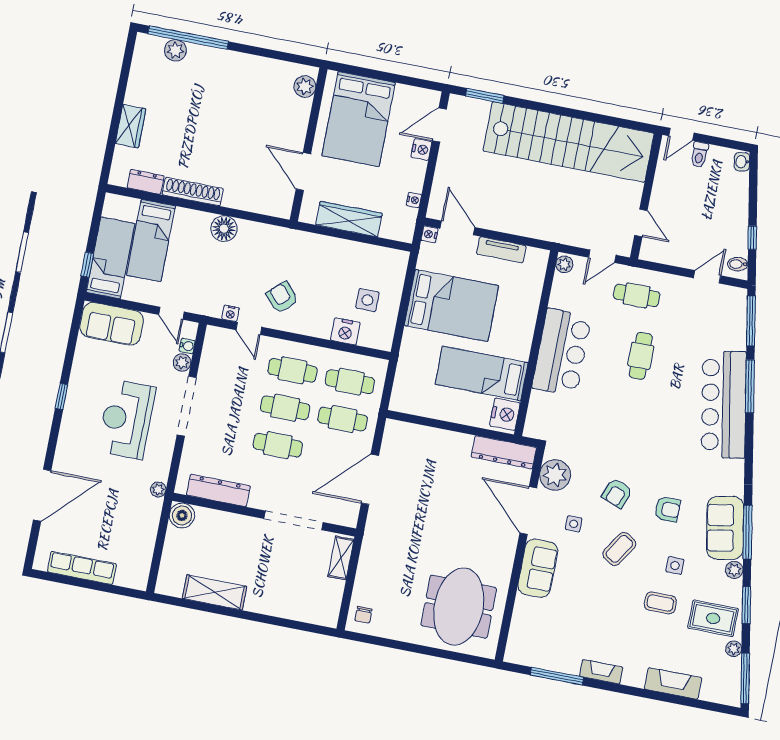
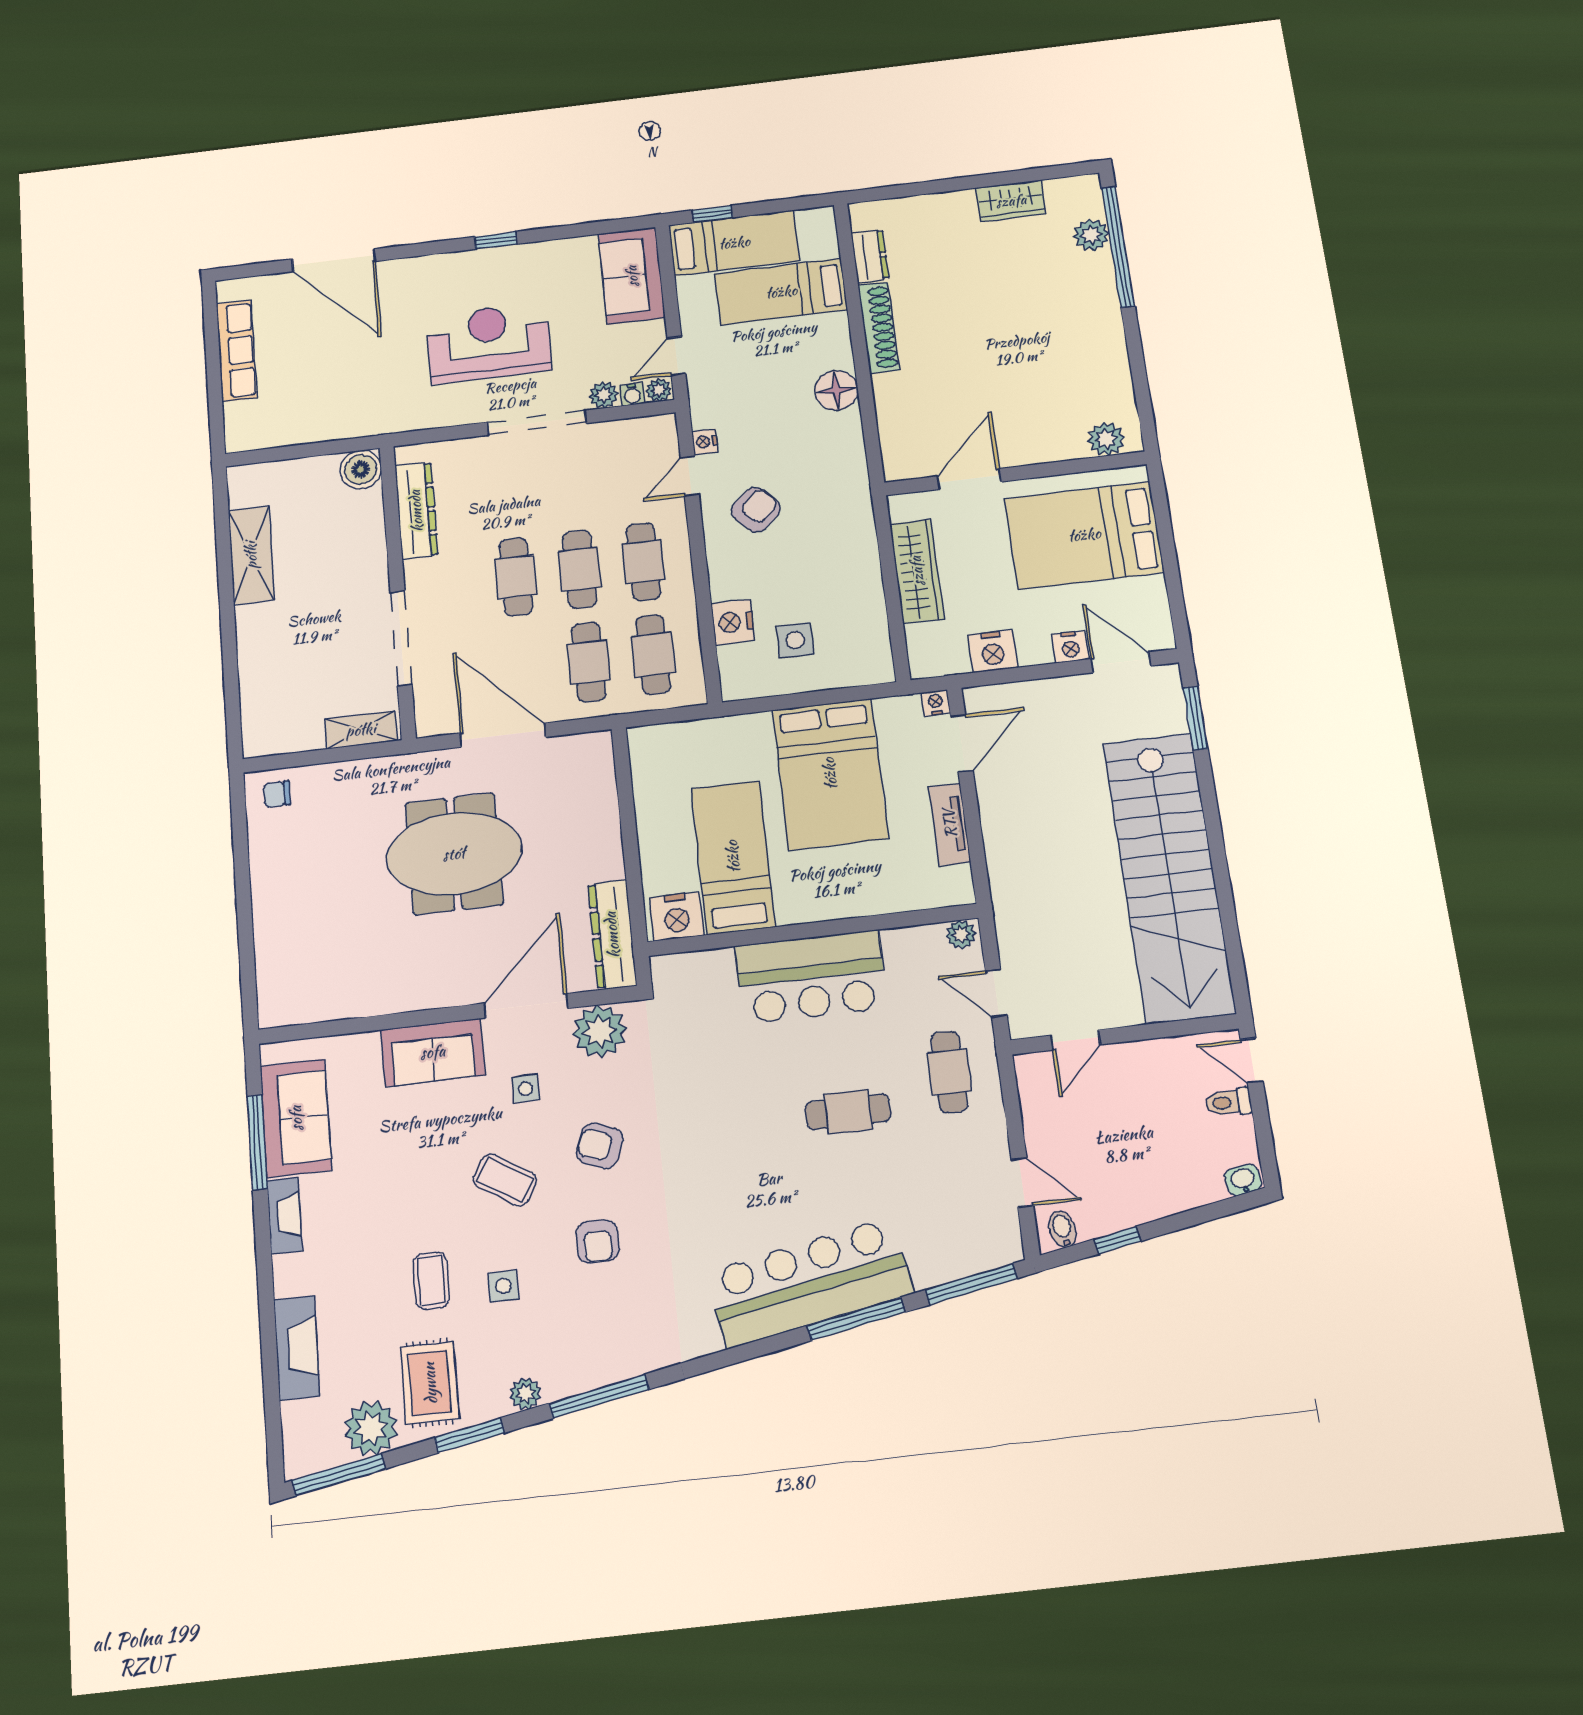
wardrobe: (131, 126) -> (1011, 201), moved
nightstand: (414, 200) -> (993, 651), width x1.89, depth x1.79
plant: (158, 490) -> (659, 390), moved
sofa: (725, 528) -> (296, 1118), moved, turned 100
meeting table: (459, 607) -> (454, 854), moved
plant: (734, 649) -> (371, 1428), width x1.88, depth x1.88

